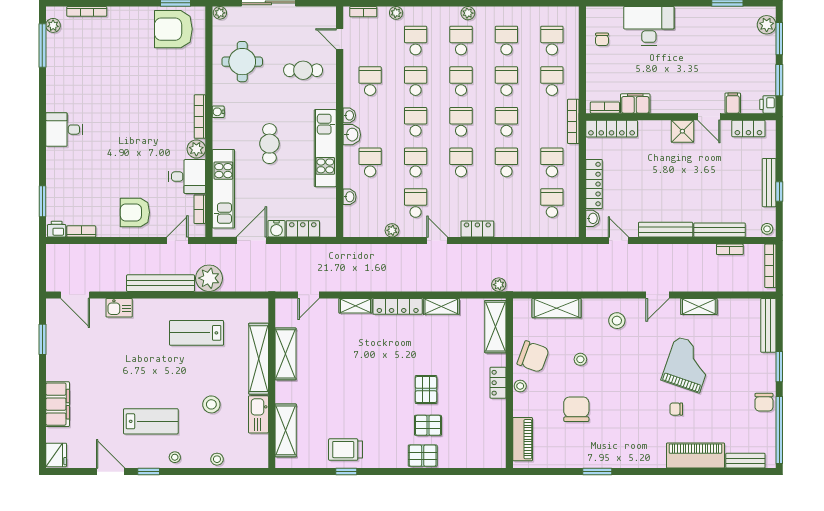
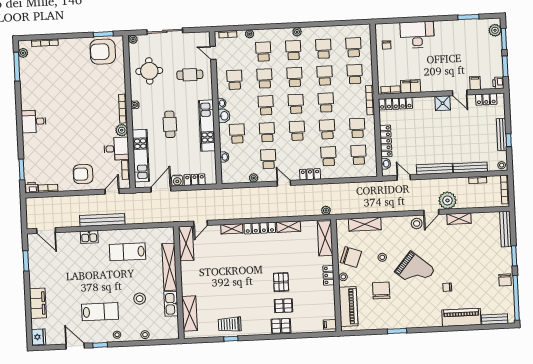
school desk: (506, 203) -> (328, 156), added
plant: (209, 278) -> (447, 200), moved
kitchen sink: (119, 308) -> (89, 237), moved
stool: (617, 321) -> (417, 224), moved
shelving: (286, 354) -> (186, 243), moved
grand piano: (688, 365) -> (415, 271), moved, turned 111
piano: (523, 439) -> (348, 307), width x1.37, depth x1.33
filing cabinet: (496, 457) -> (330, 324), added

